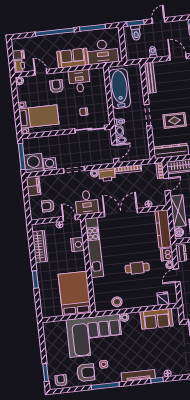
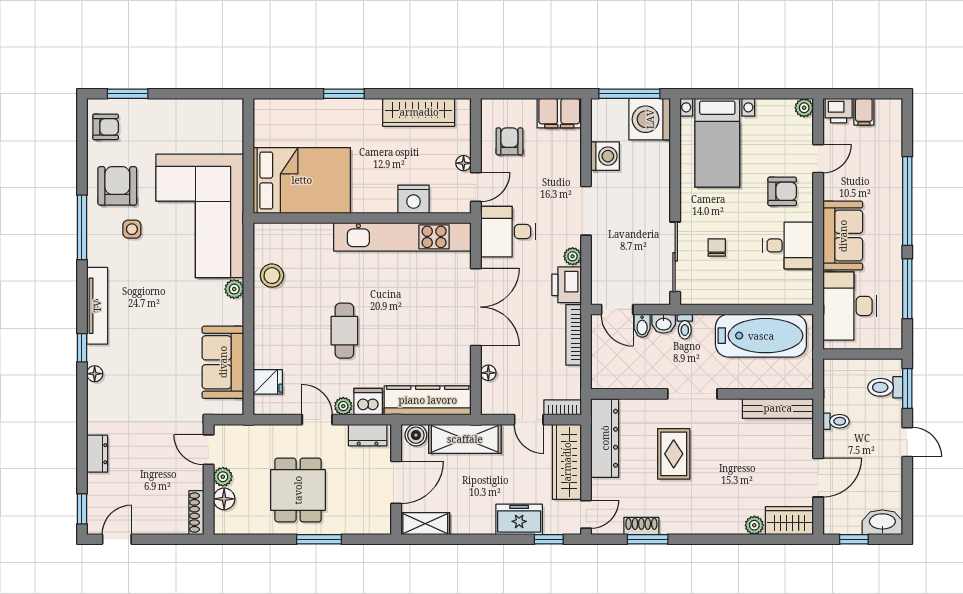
washing machine: (34, 163) -> (650, 119), moved, turned 180
armchair: (86, 373) -> (117, 186), turned 180

